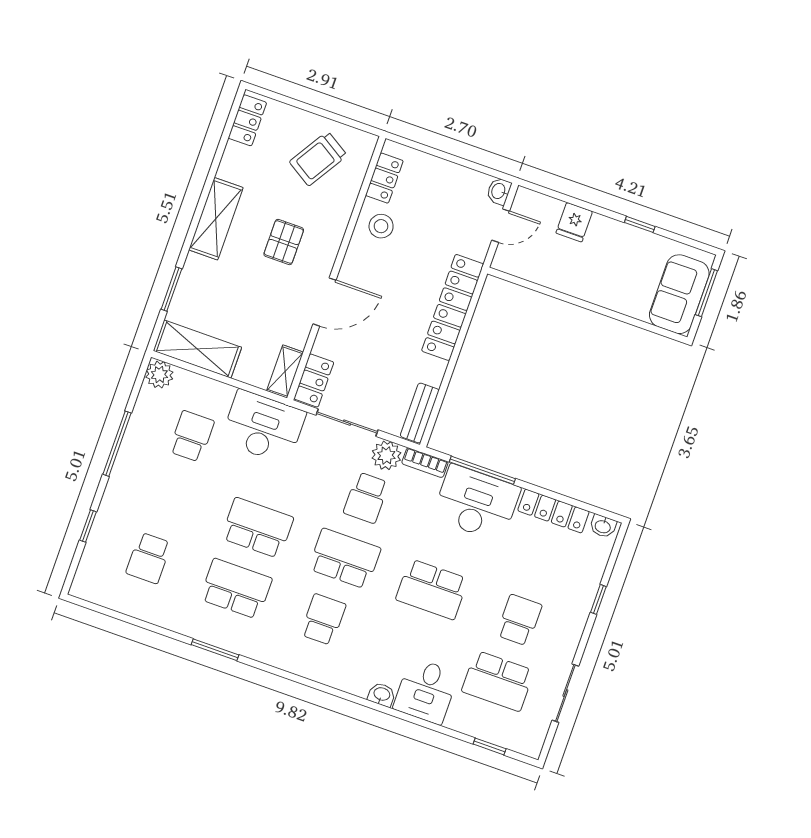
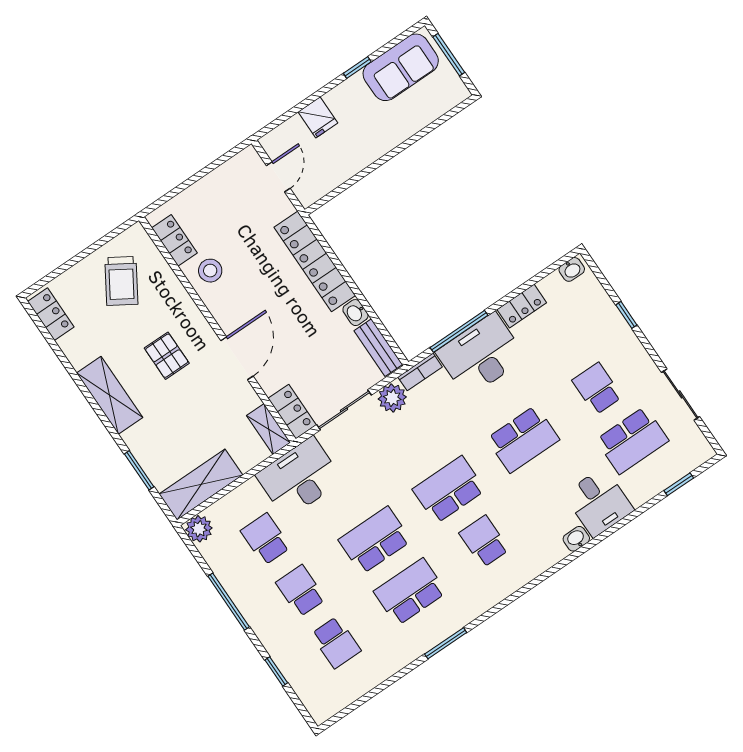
washbasin: (499, 191) -> (355, 313), moved
sofa: (679, 294) -> (401, 67), moved, turned -90
school desk: (366, 498) -> (301, 591), moved, turned 180
locker: (553, 511) -> (522, 306), width x0.66

